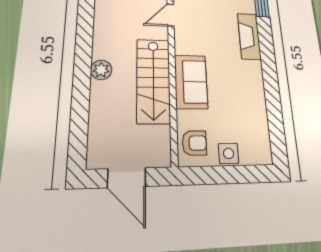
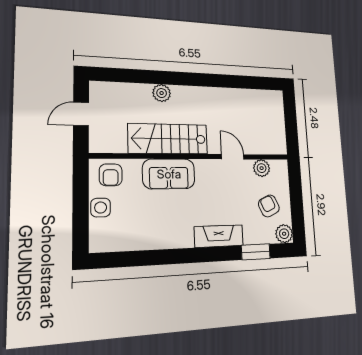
plant: (101, 70) -> (162, 93), moved
door: (127, 178) -> (81, 114), width x0.73

